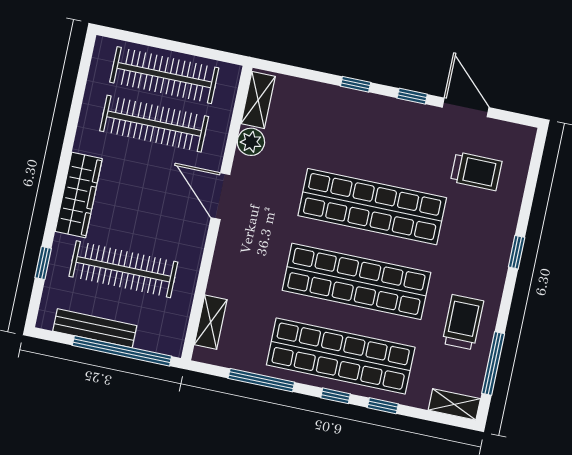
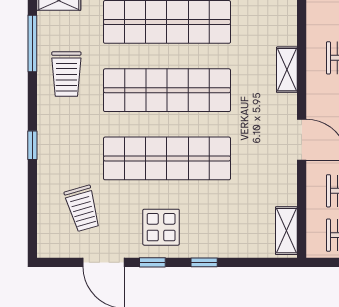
display table: (394, 133) -> (161, 227), added
plant: (251, 142) -> (285, 193), removed
trolley: (476, 171) -> (83, 209), turned -106
shelving: (211, 322) -> (287, 70), moved

